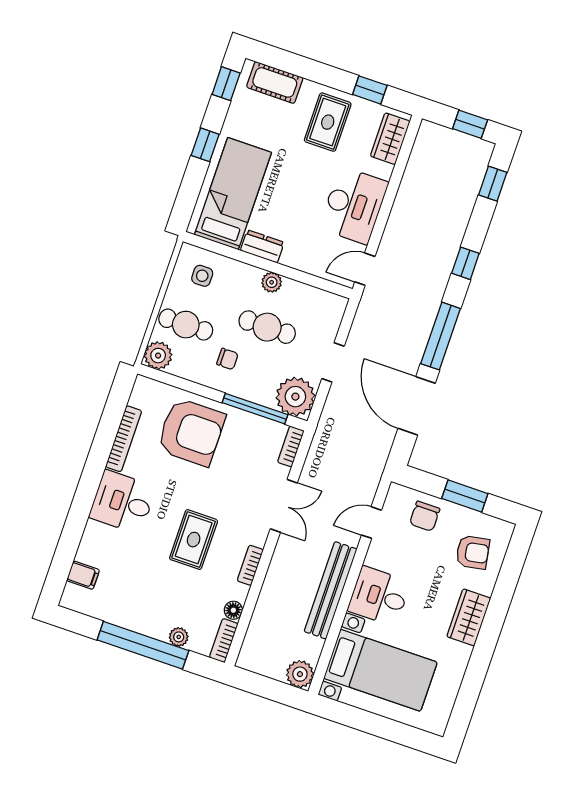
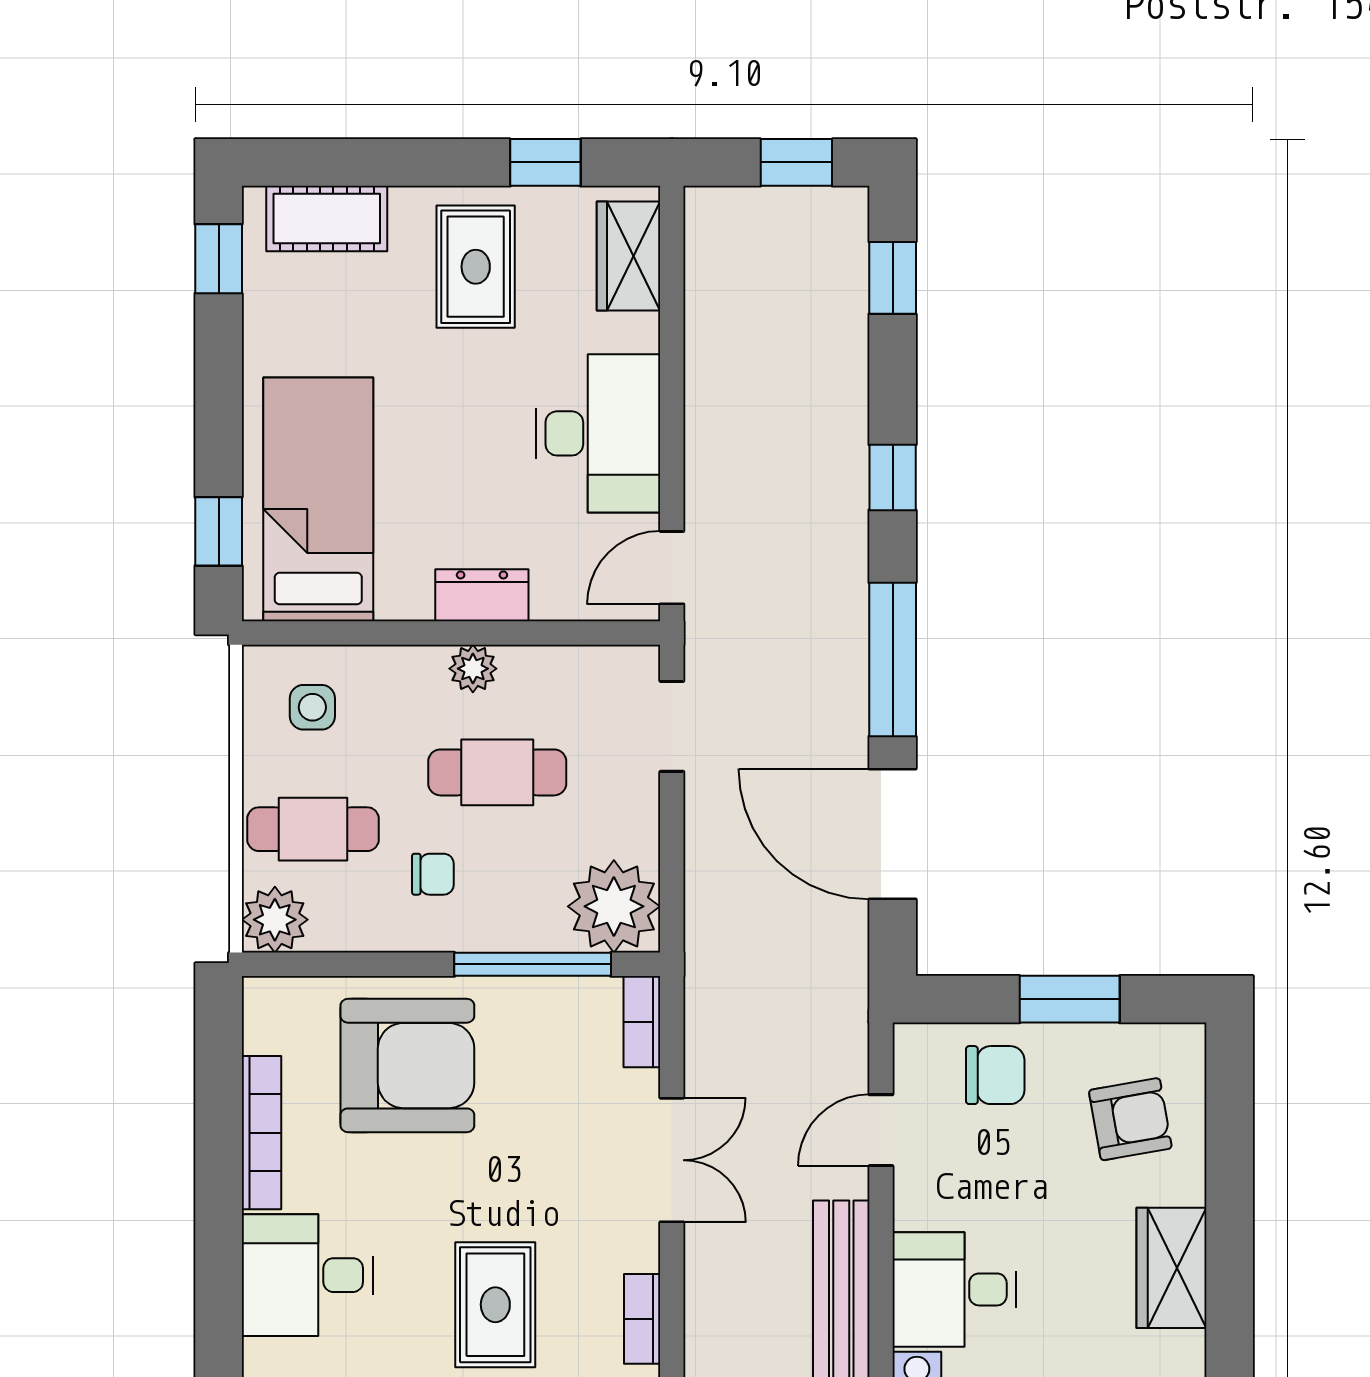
window: (205, 145) -> (219, 531), moved
dresser: (262, 246) -> (482, 595), moved
doorway: (333, 362) -> (672, 726), moved
chair: (425, 516) -> (995, 1075), turned -90

